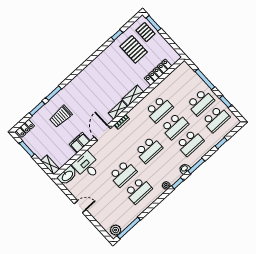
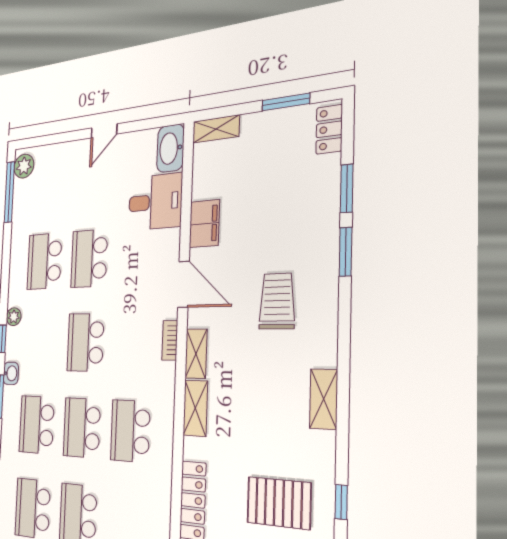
shelving: (96, 63) -> (324, 399), added
trolley: (61, 116) -> (277, 301), moved

